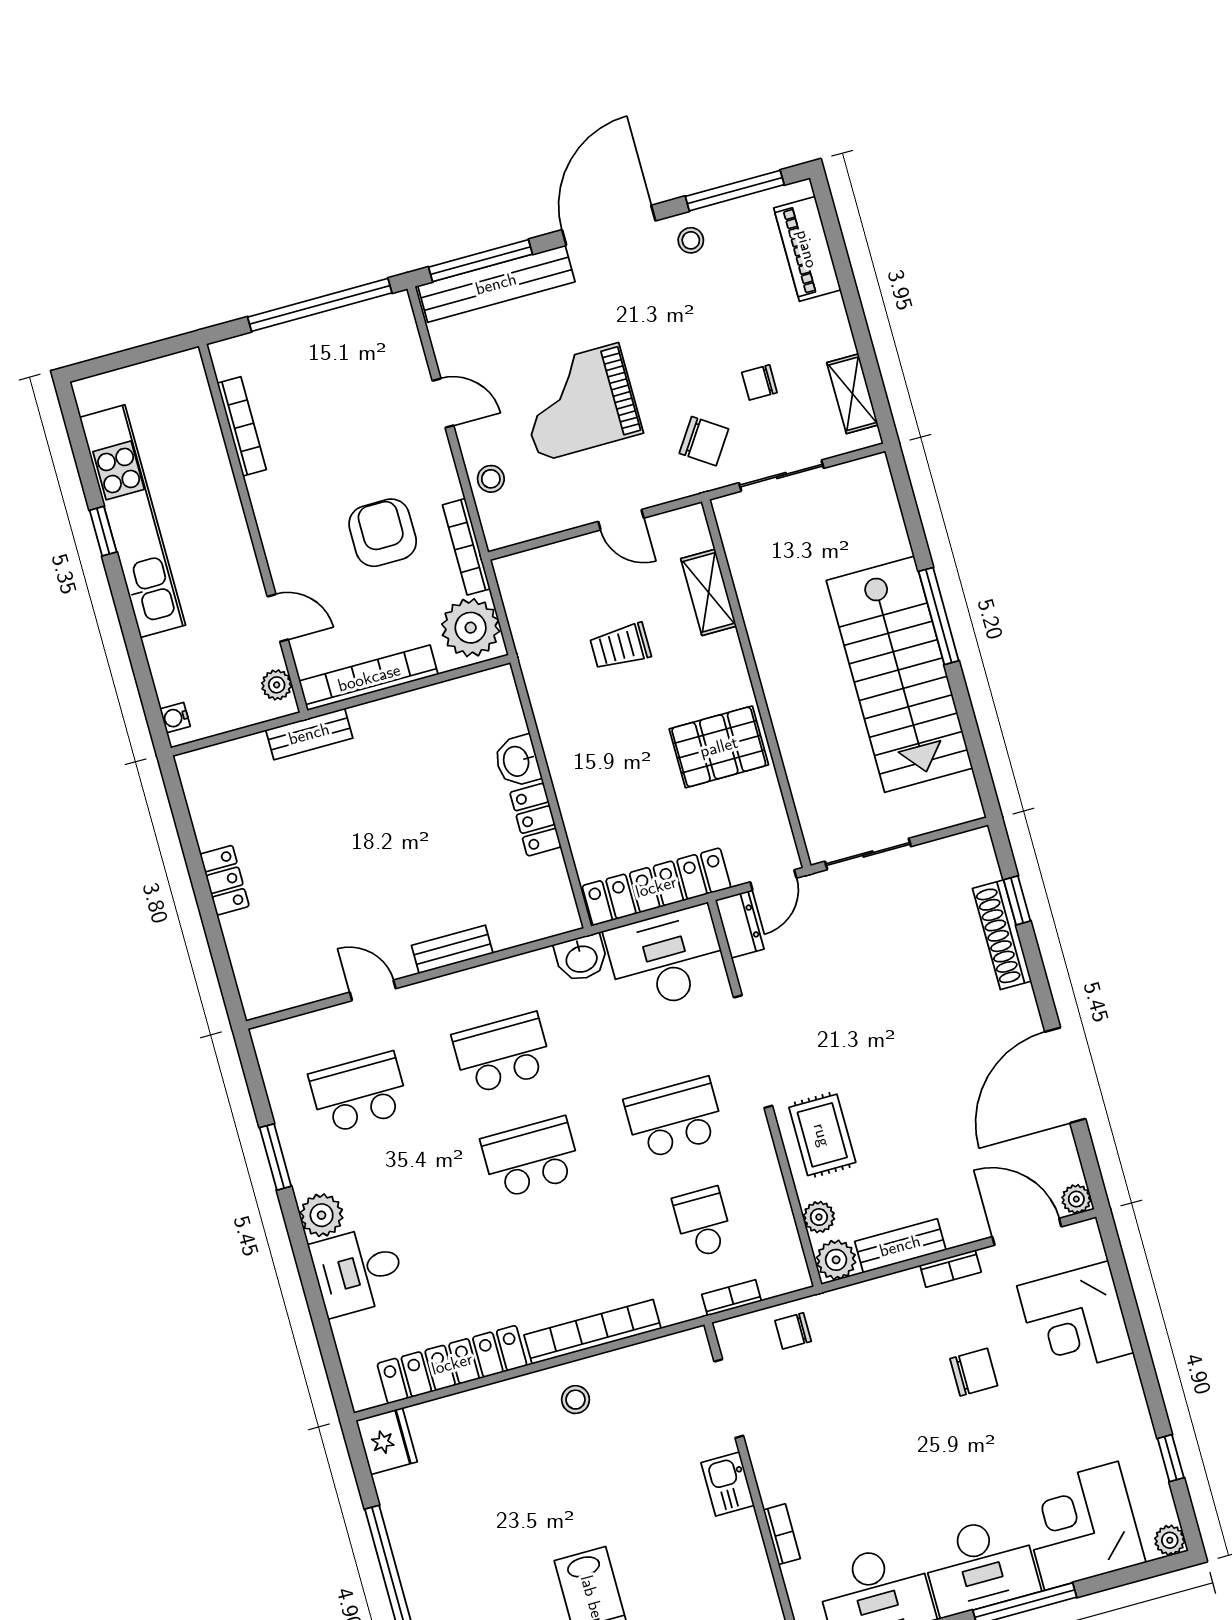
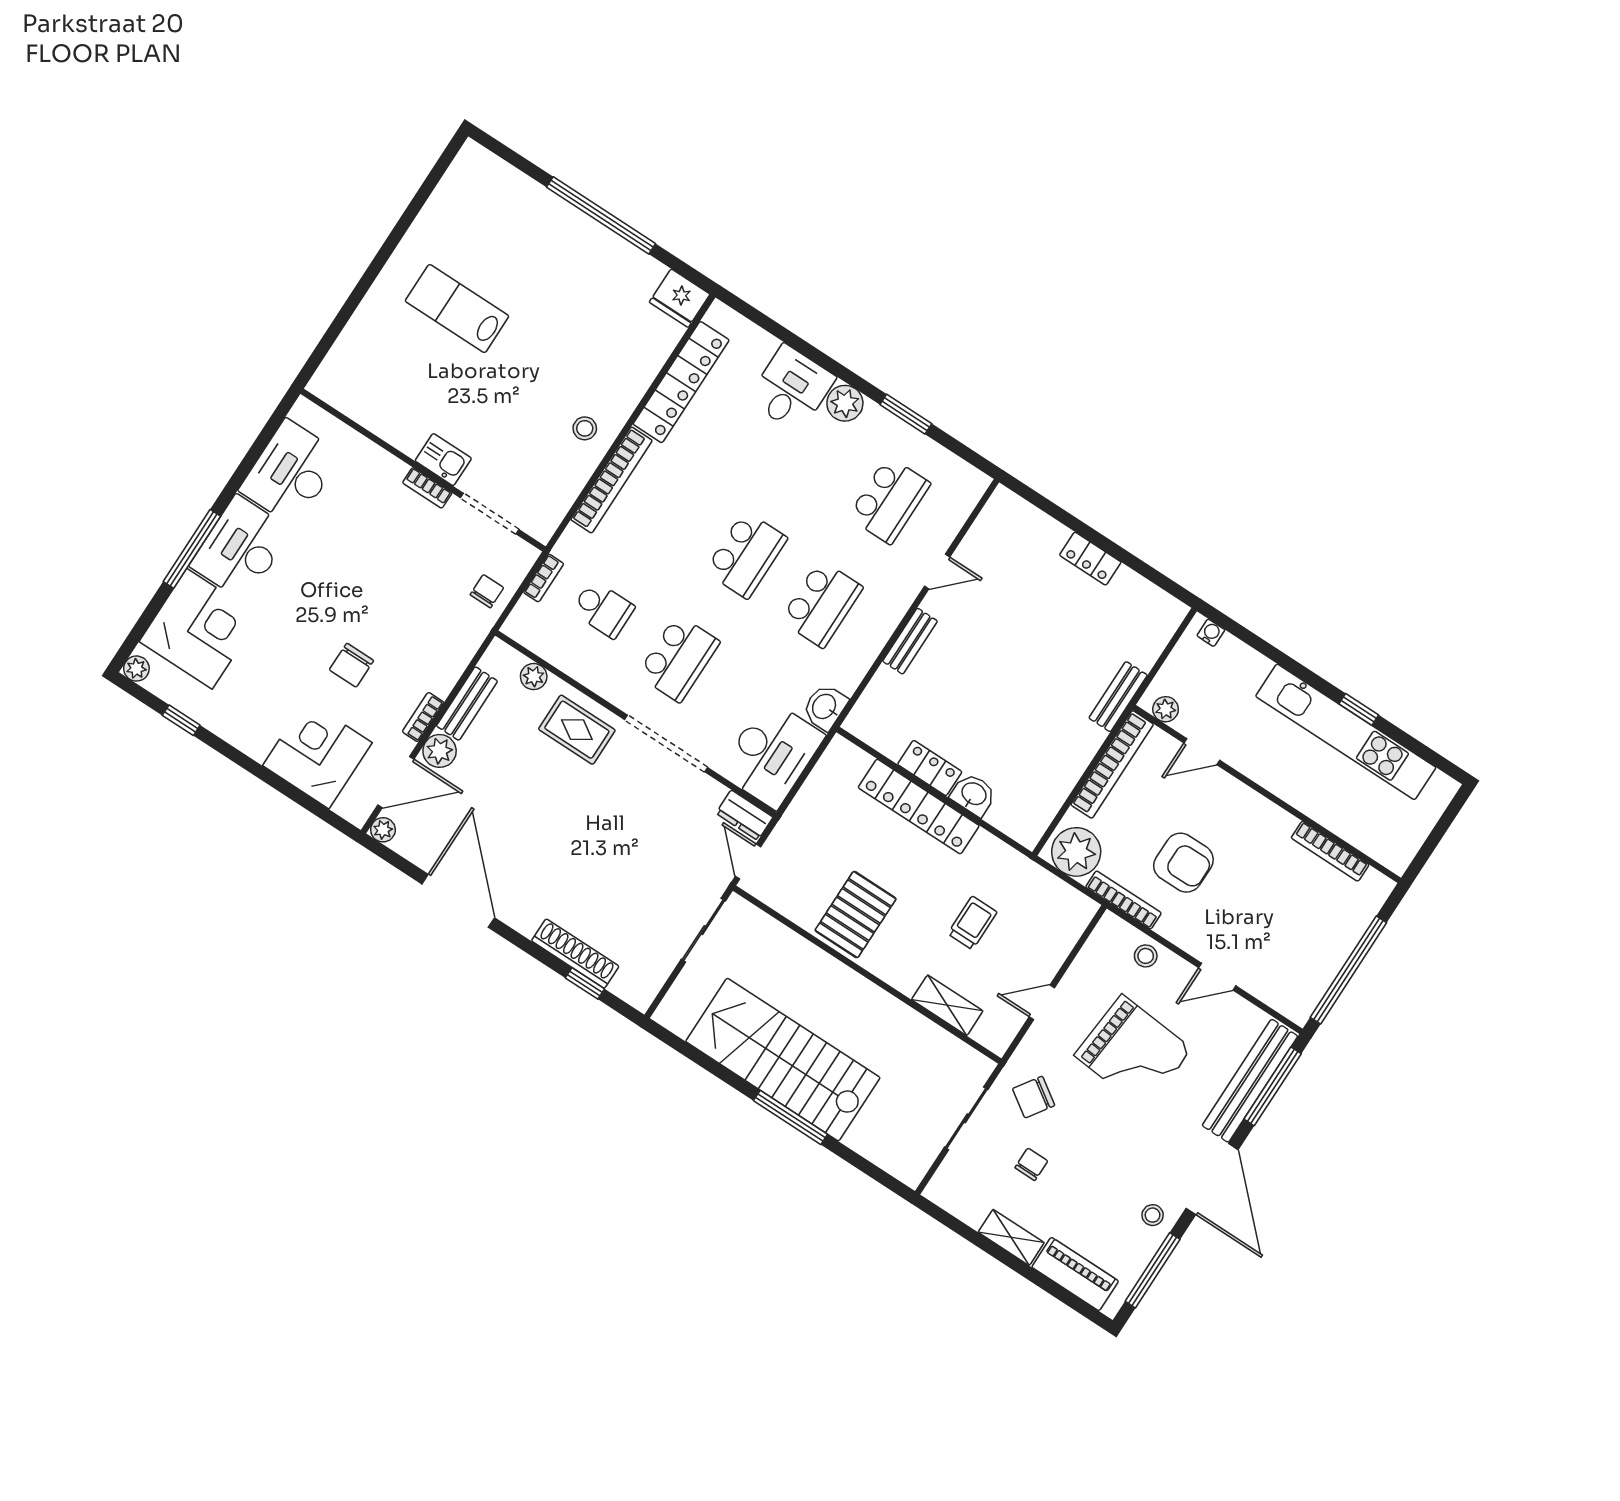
shelving: (853, 394) -> (1011, 1237), moved
grand piano: (579, 402) -> (1133, 1052), turned 95
locker: (656, 887) -> (919, 807), moved, turned 90
plant: (836, 1260) -> (440, 751), moved
bookcase: (782, 1534) -> (427, 488), moved

